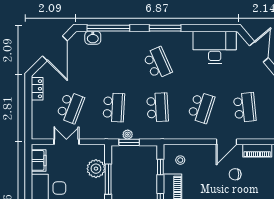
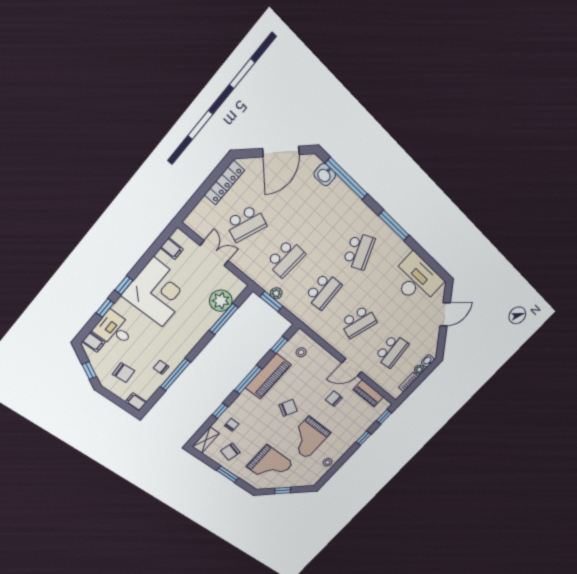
locker: (37, 89) -> (224, 183), width x1.53
filing cabinet: (39, 160) -> (172, 249), width x0.50

